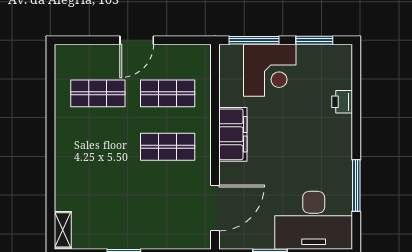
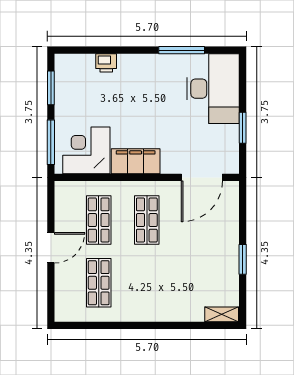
door: (137, 40) -> (51, 248), hinge flipped
corner desk: (270, 70) -> (86, 150), moved, turned -90
door: (215, 208) -> (202, 177), swing flipped

